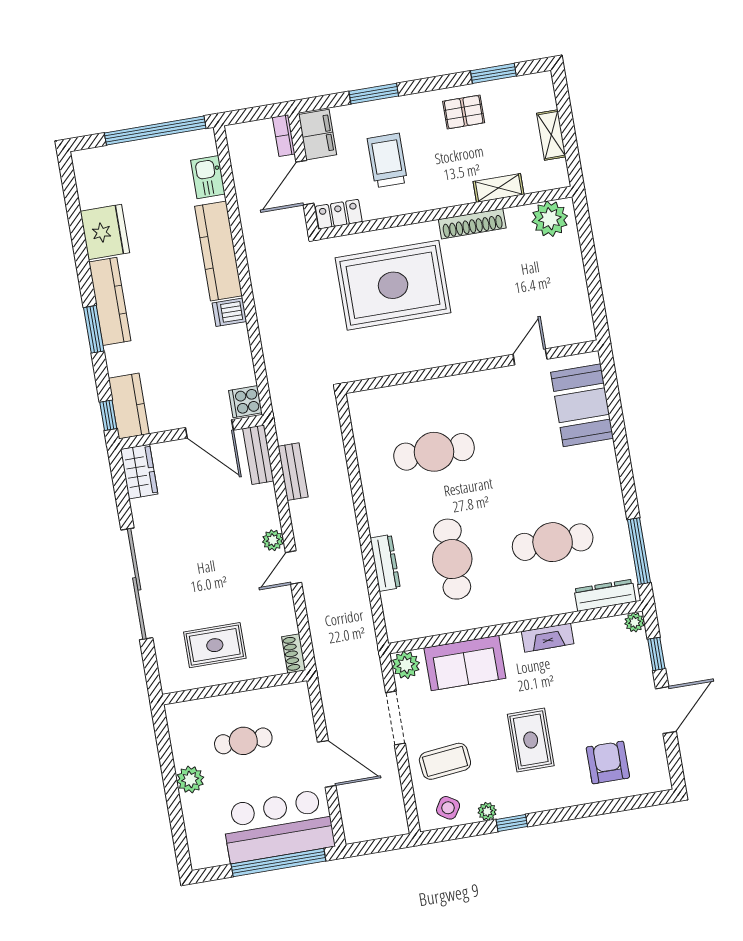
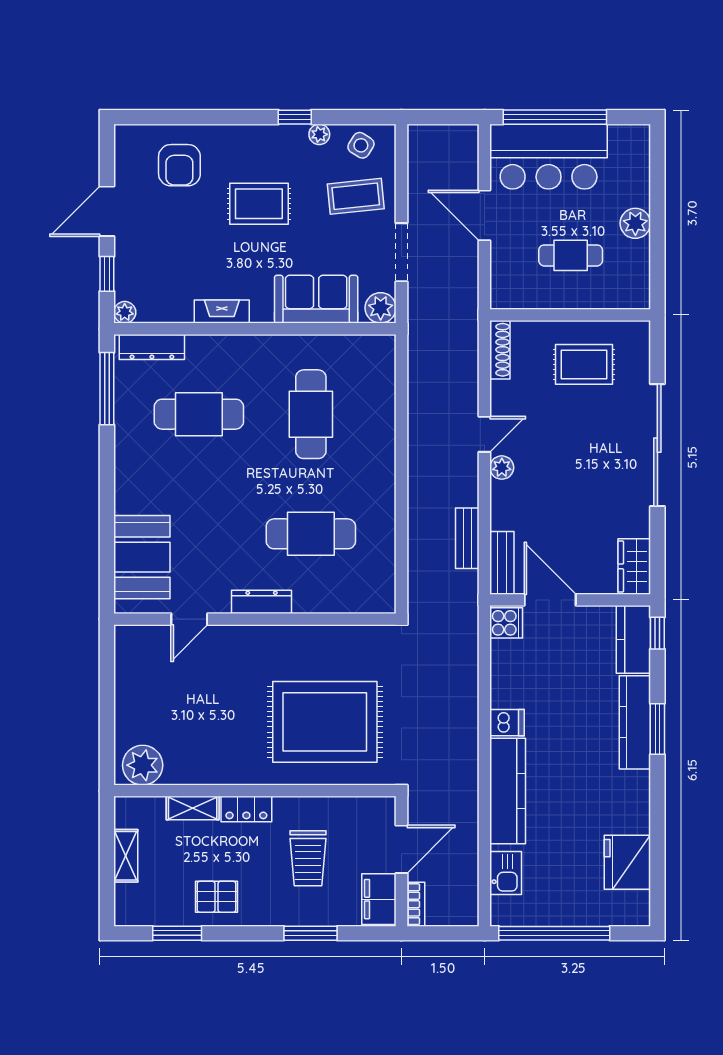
locker: (339, 214) -> (246, 809), moved
shoe rack: (472, 224) -> (228, 774), removed
fridge: (105, 232) -> (627, 862), moved
kitchen counter: (110, 301) -> (635, 722), moved
dresser: (385, 563) -> (262, 602), moved, turned 90
shoe rack: (294, 653) -> (500, 350), width x1.43
rug: (531, 740) -> (259, 204), turned 90

